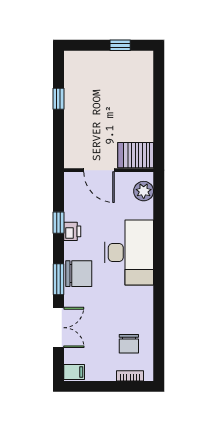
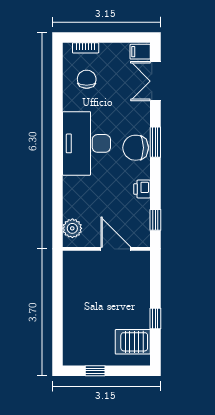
server rack: (136, 155) -> (133, 342), moved, turned 180
window: (58, 223) -> (155, 220), moved
desk: (129, 252) -> (87, 143), moved
double door: (58, 328) -> (155, 81), moved

